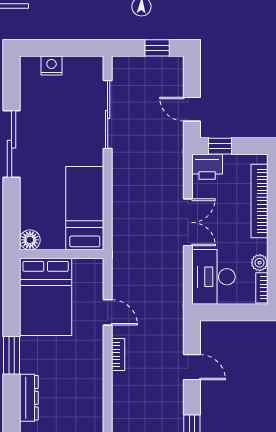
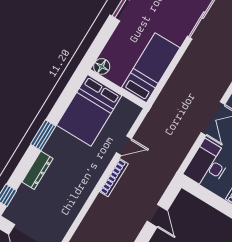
door: (108, 312) -> (124, 146), hinge flipped
bookcase: (118, 355) -> (114, 178), width x1.56

